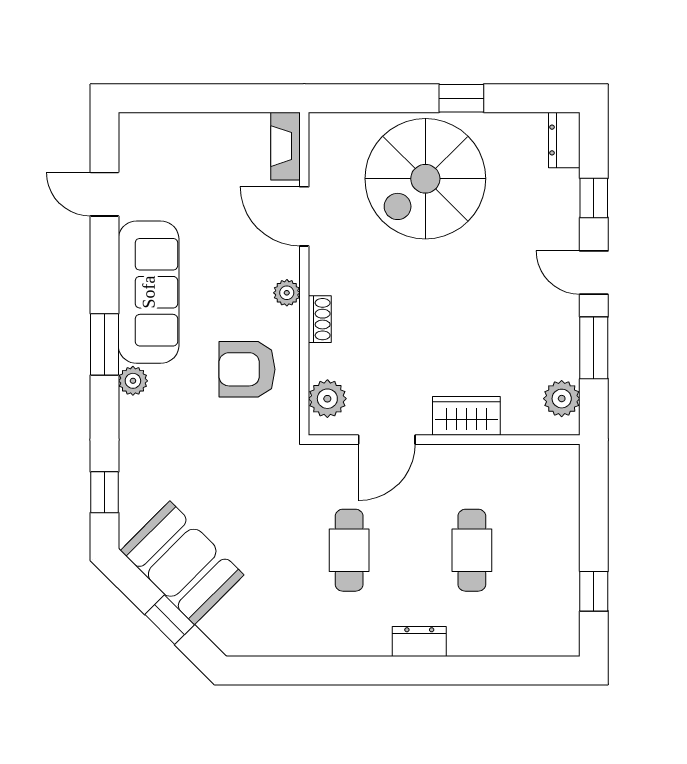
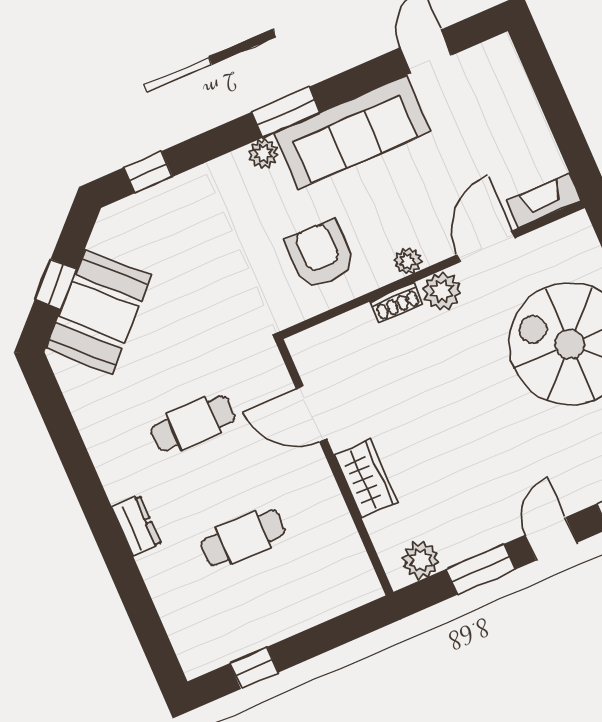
plant: (327, 399) -> (442, 291), moved
booth: (182, 563) -> (99, 312), moved

